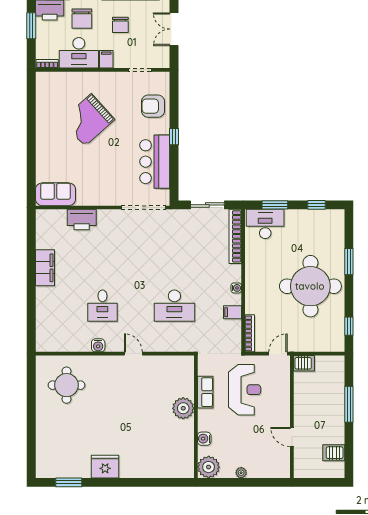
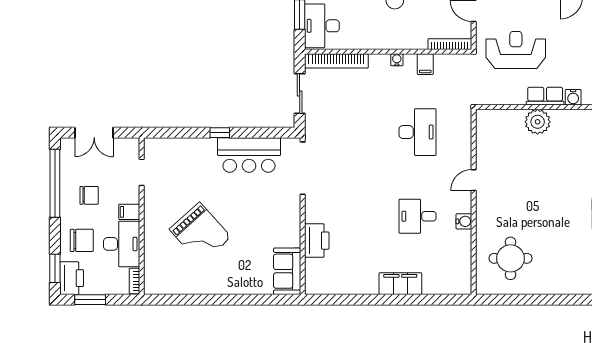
armchair: (153, 106) -> (184, 157), removed
filing cabinet: (45, 268) -> (400, 284), moved
desk: (102, 306) -> (418, 216), turned 180
row of seats: (205, 392) -> (545, 96), moved

